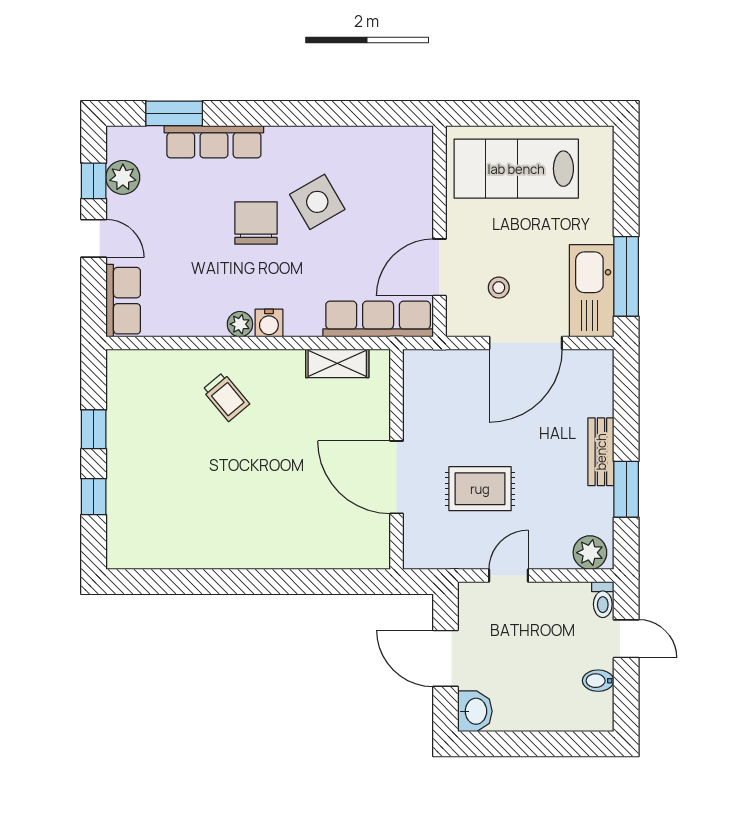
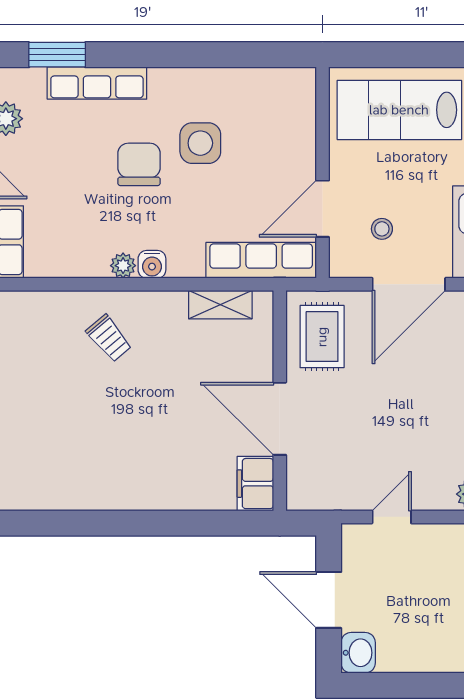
side table: (317, 202) -> (200, 143), turned 30
rug: (480, 489) -> (322, 337), moved, turned 90
filing cabinet: (372, 542) -> (255, 484), added

